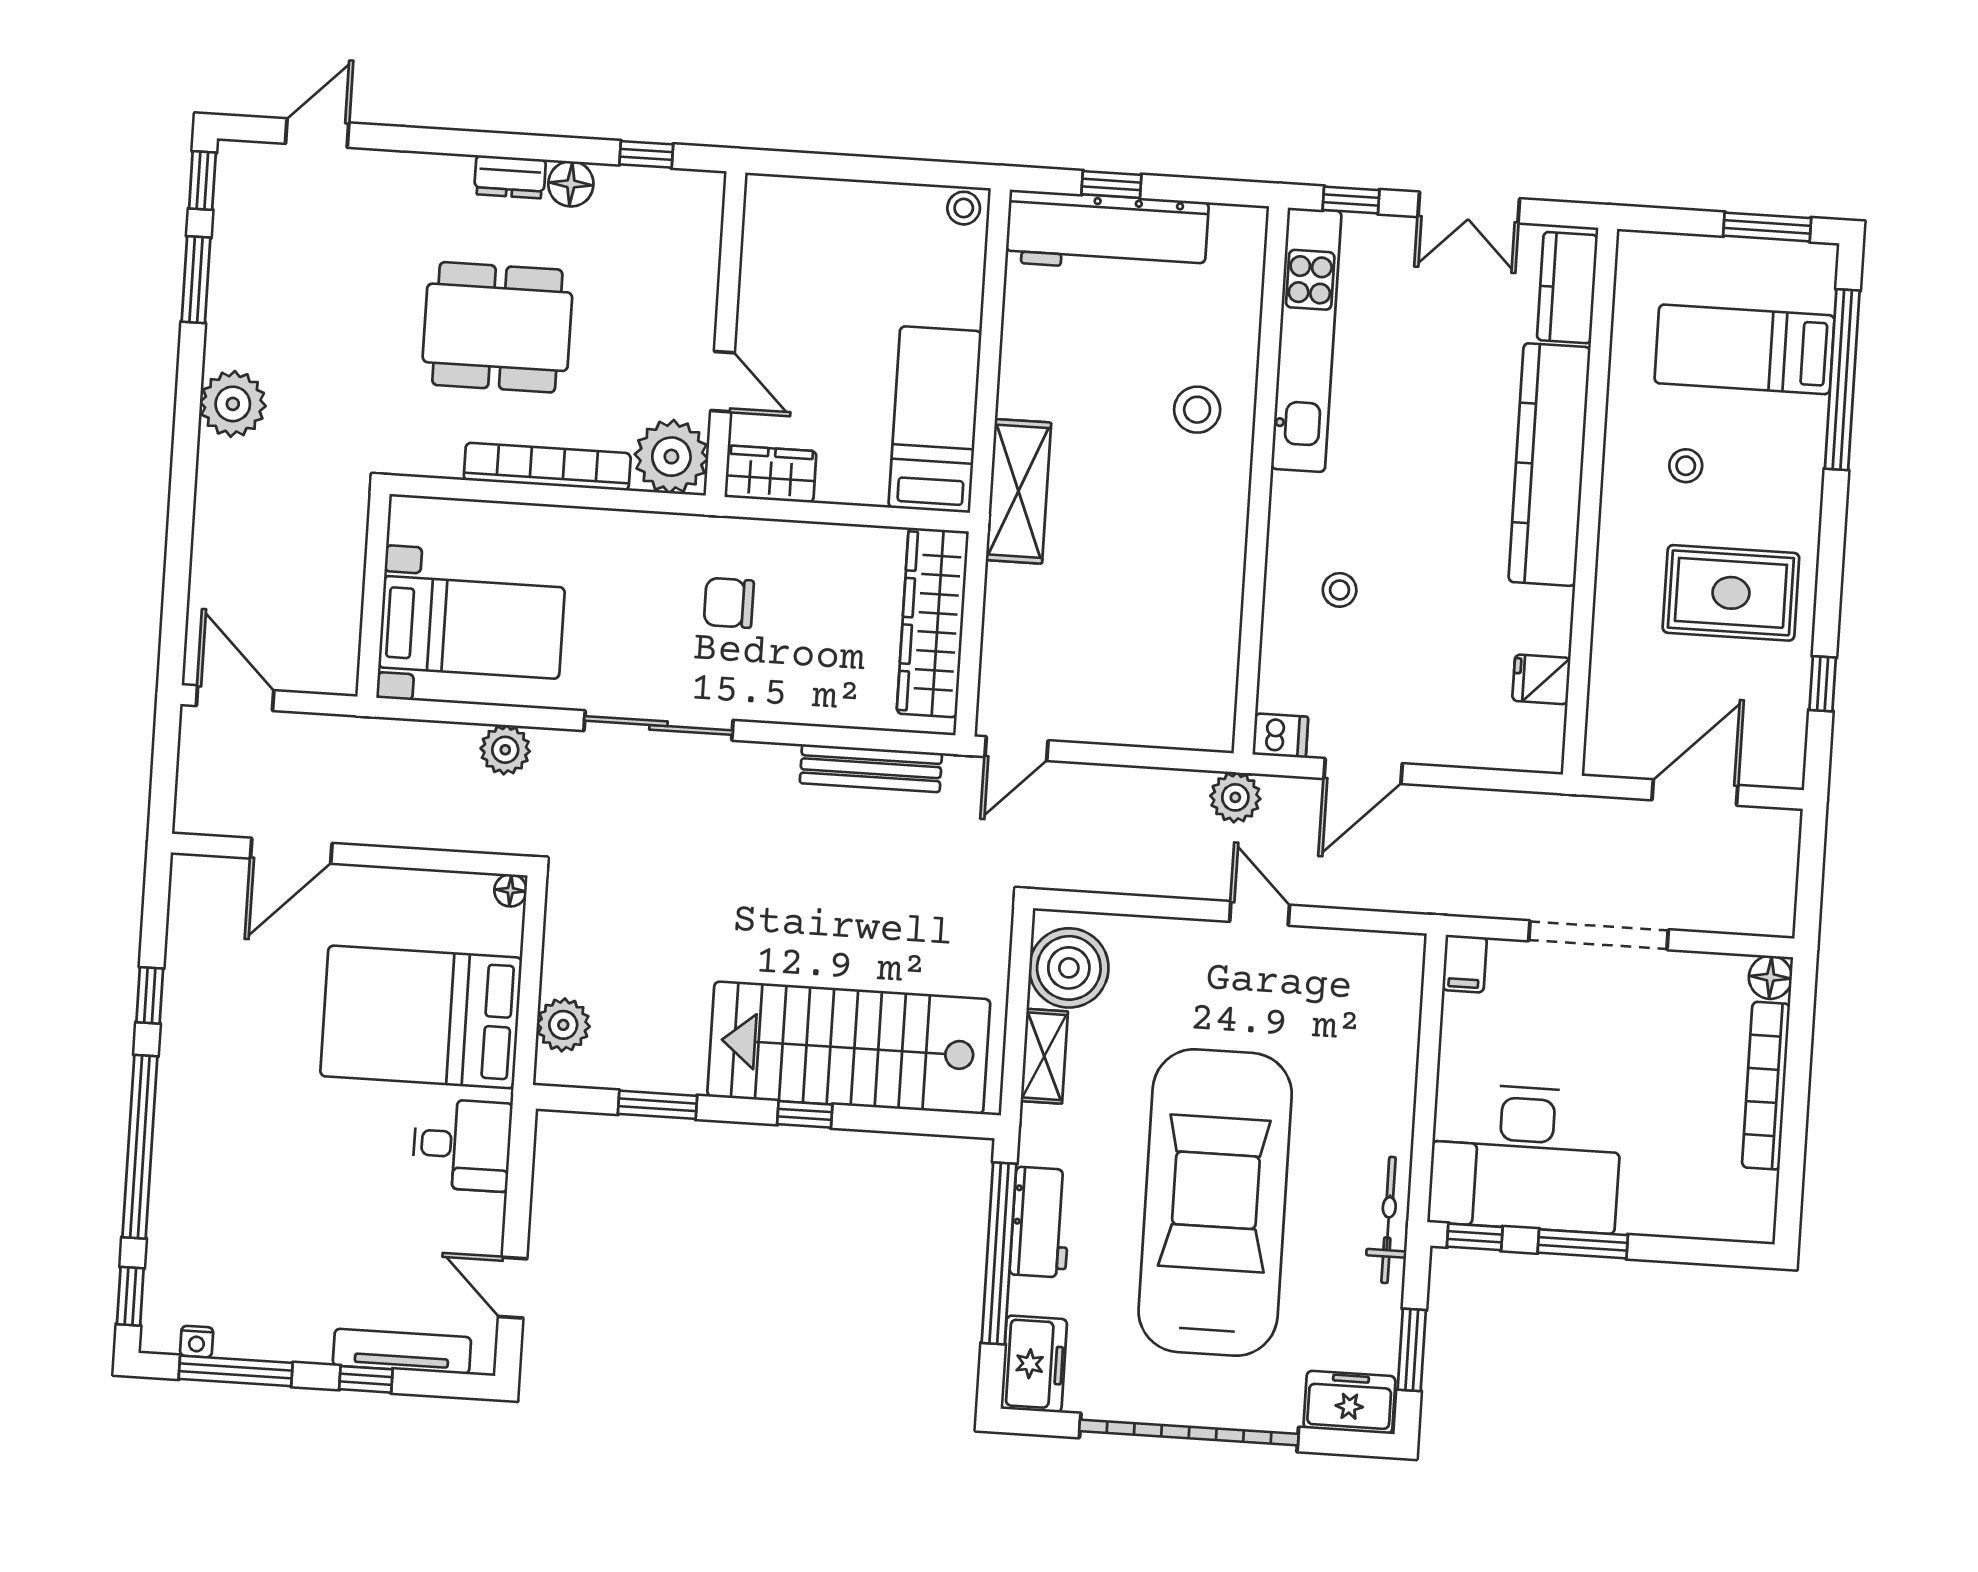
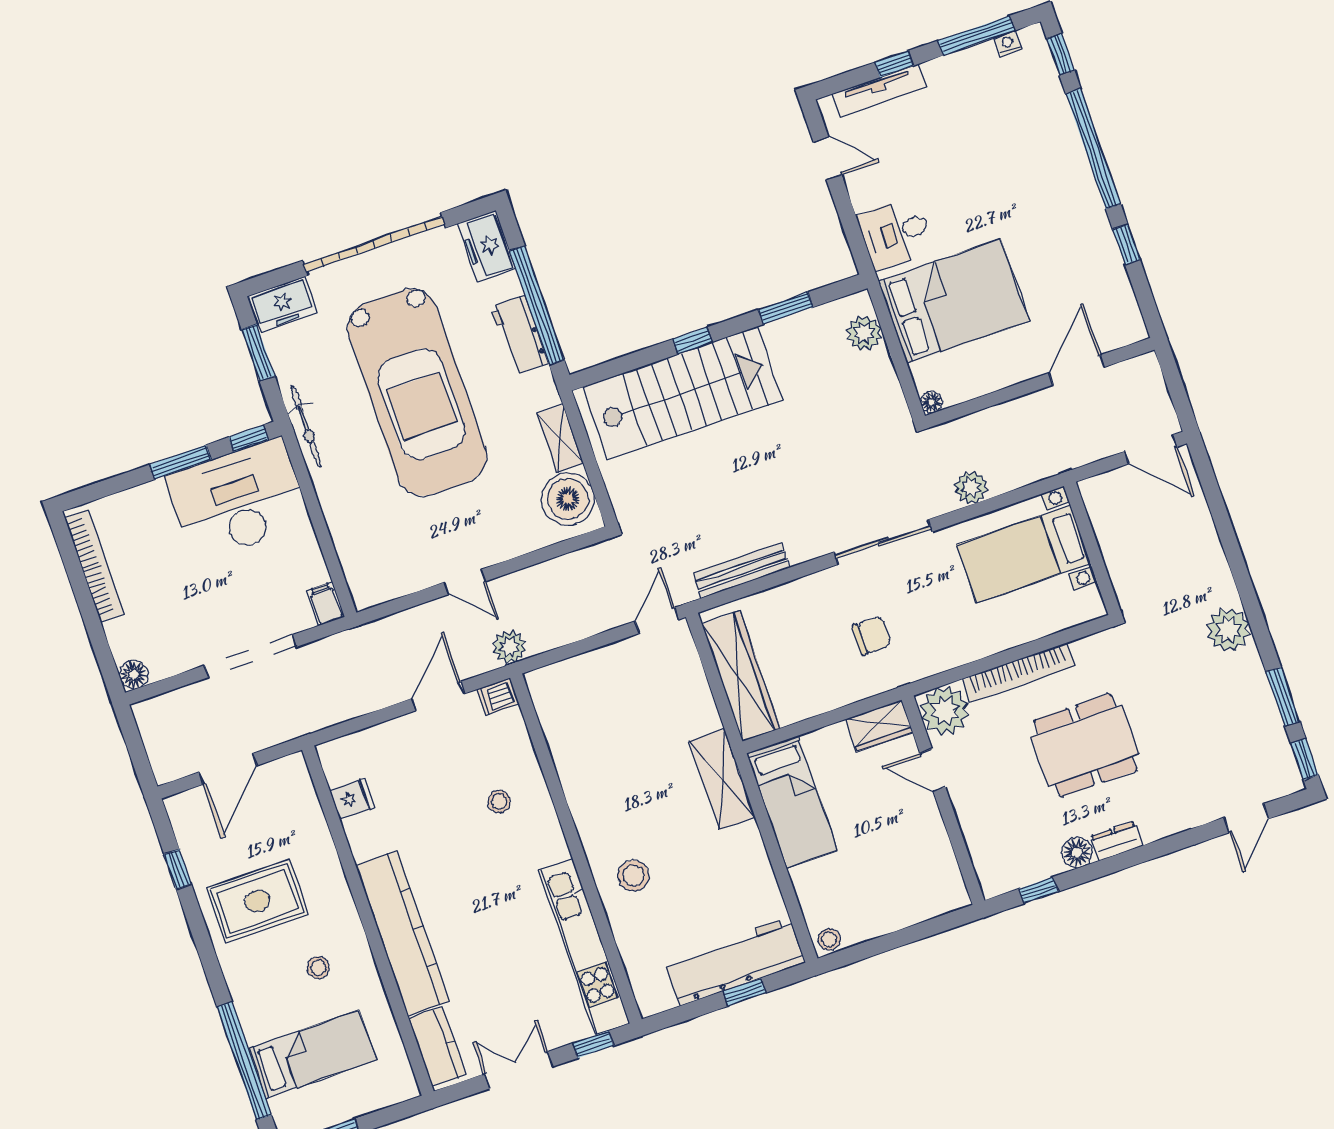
bookcase: (1766, 1086) -> (94, 566), moved

